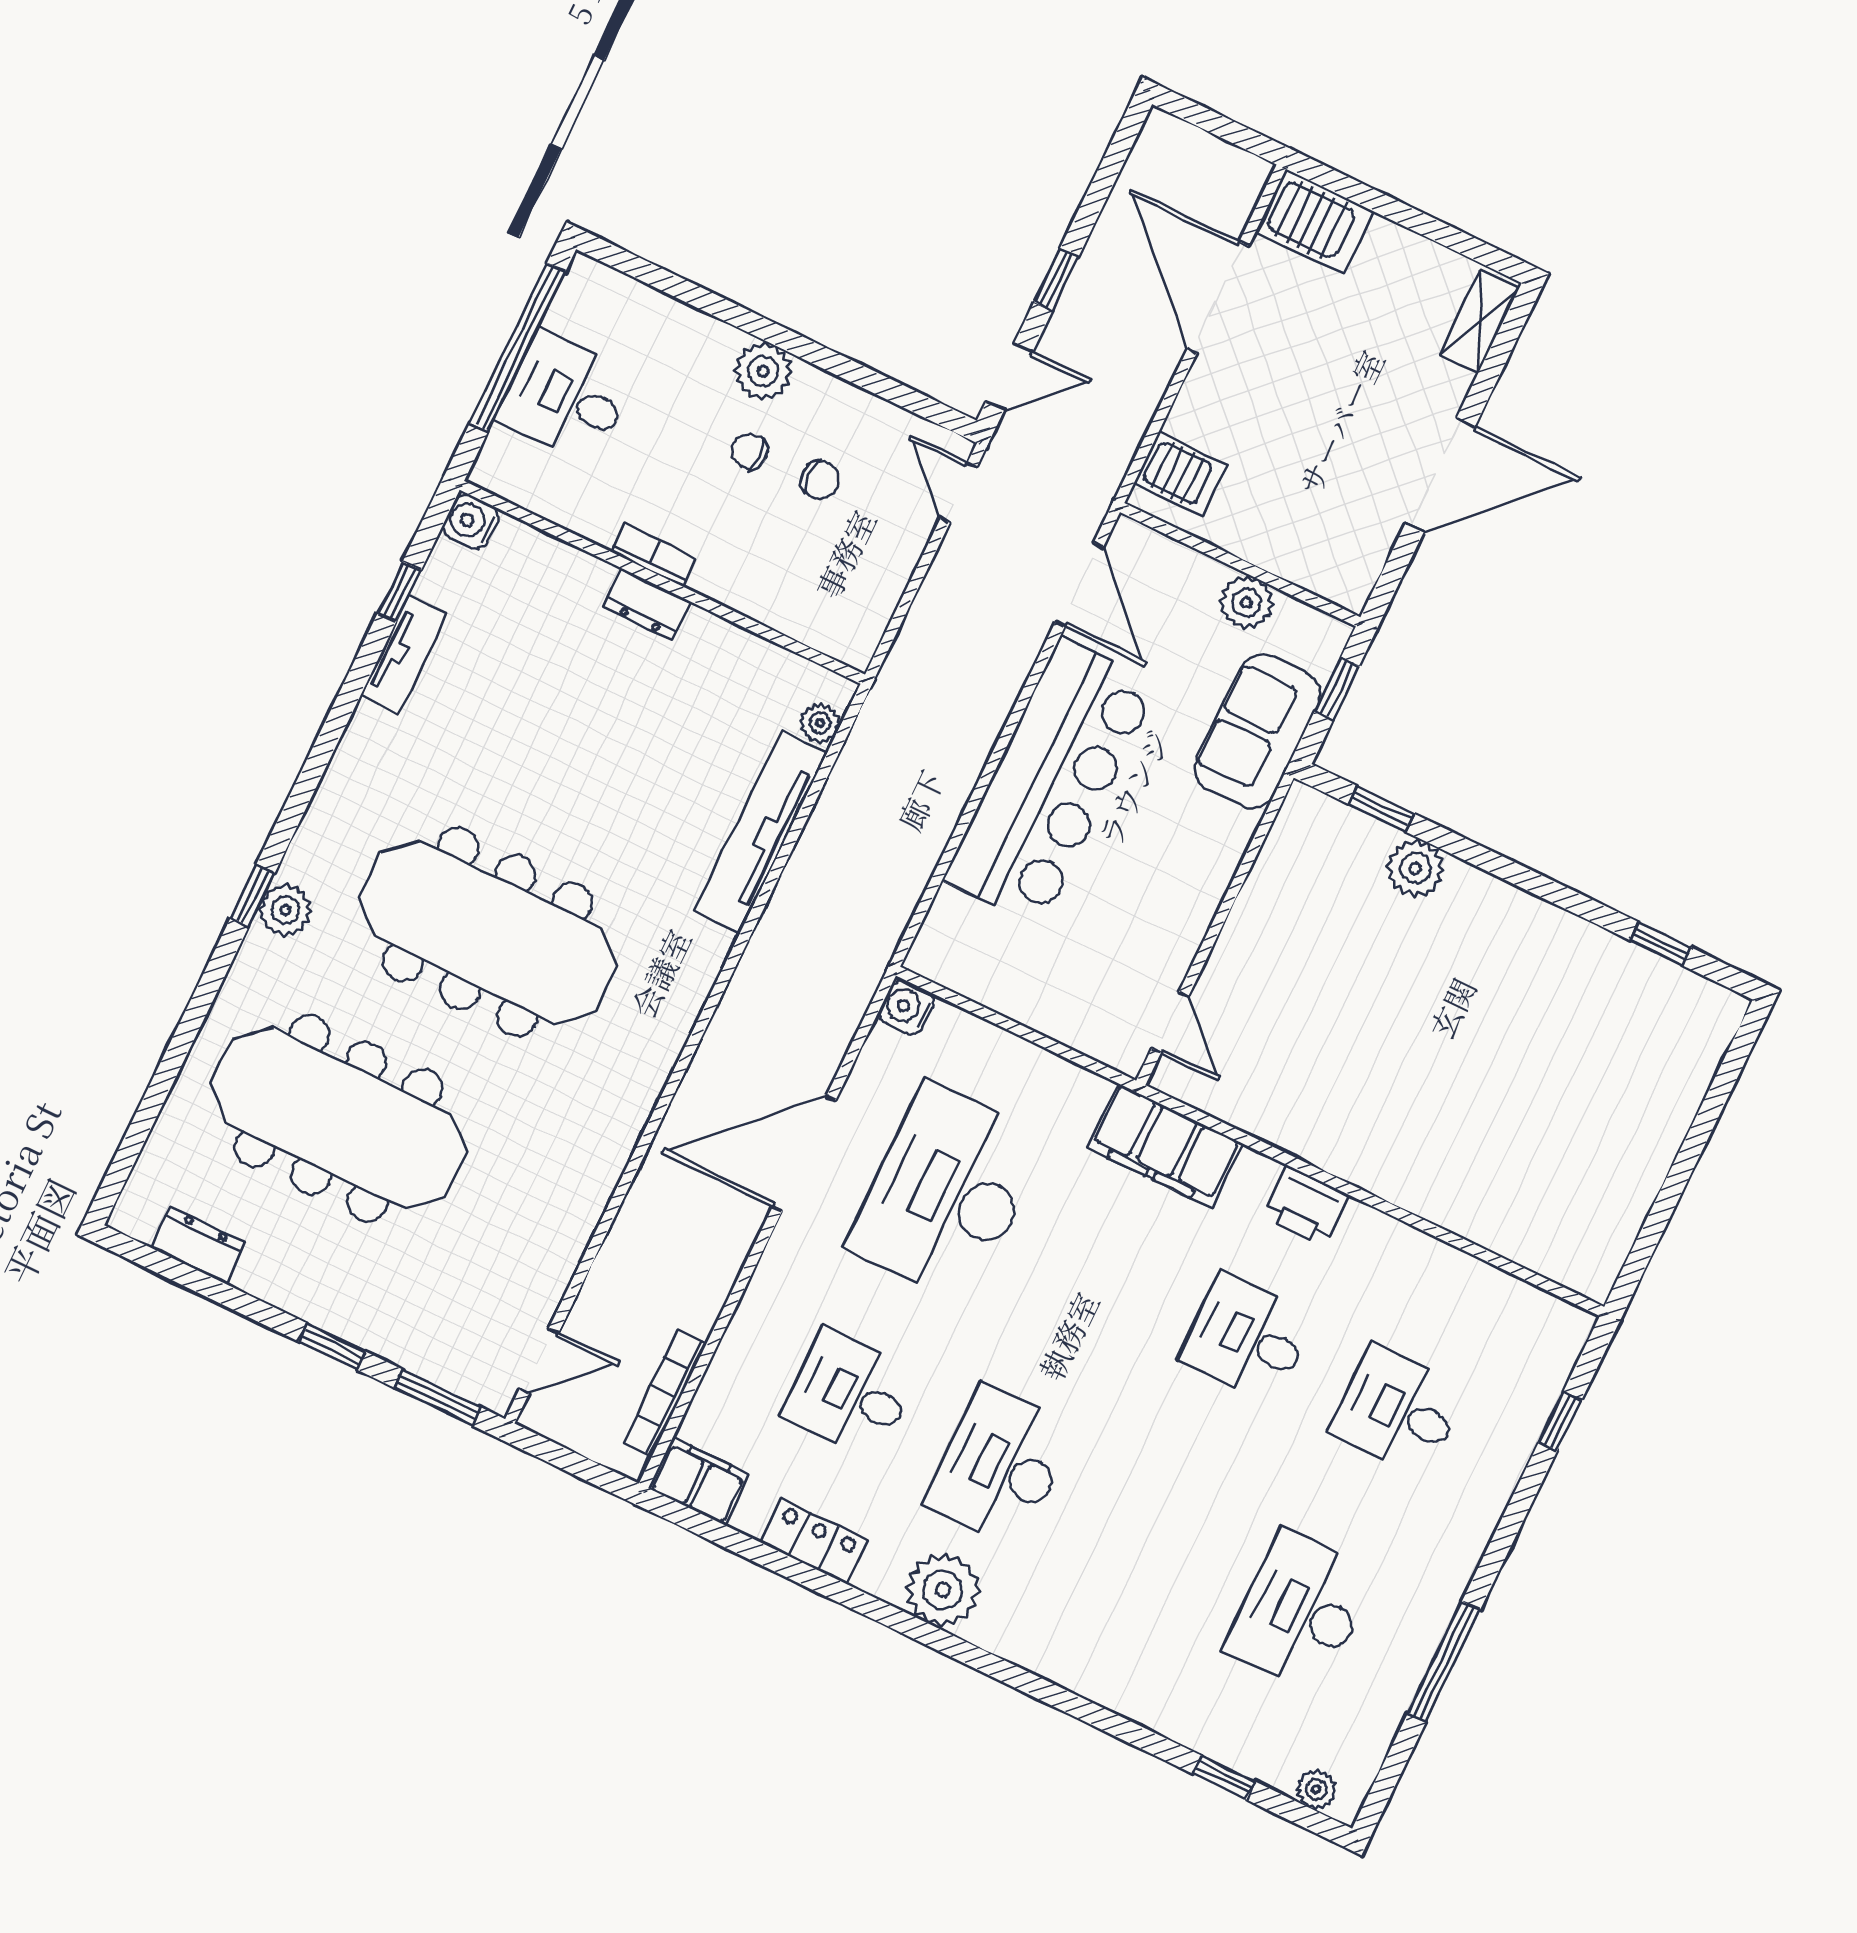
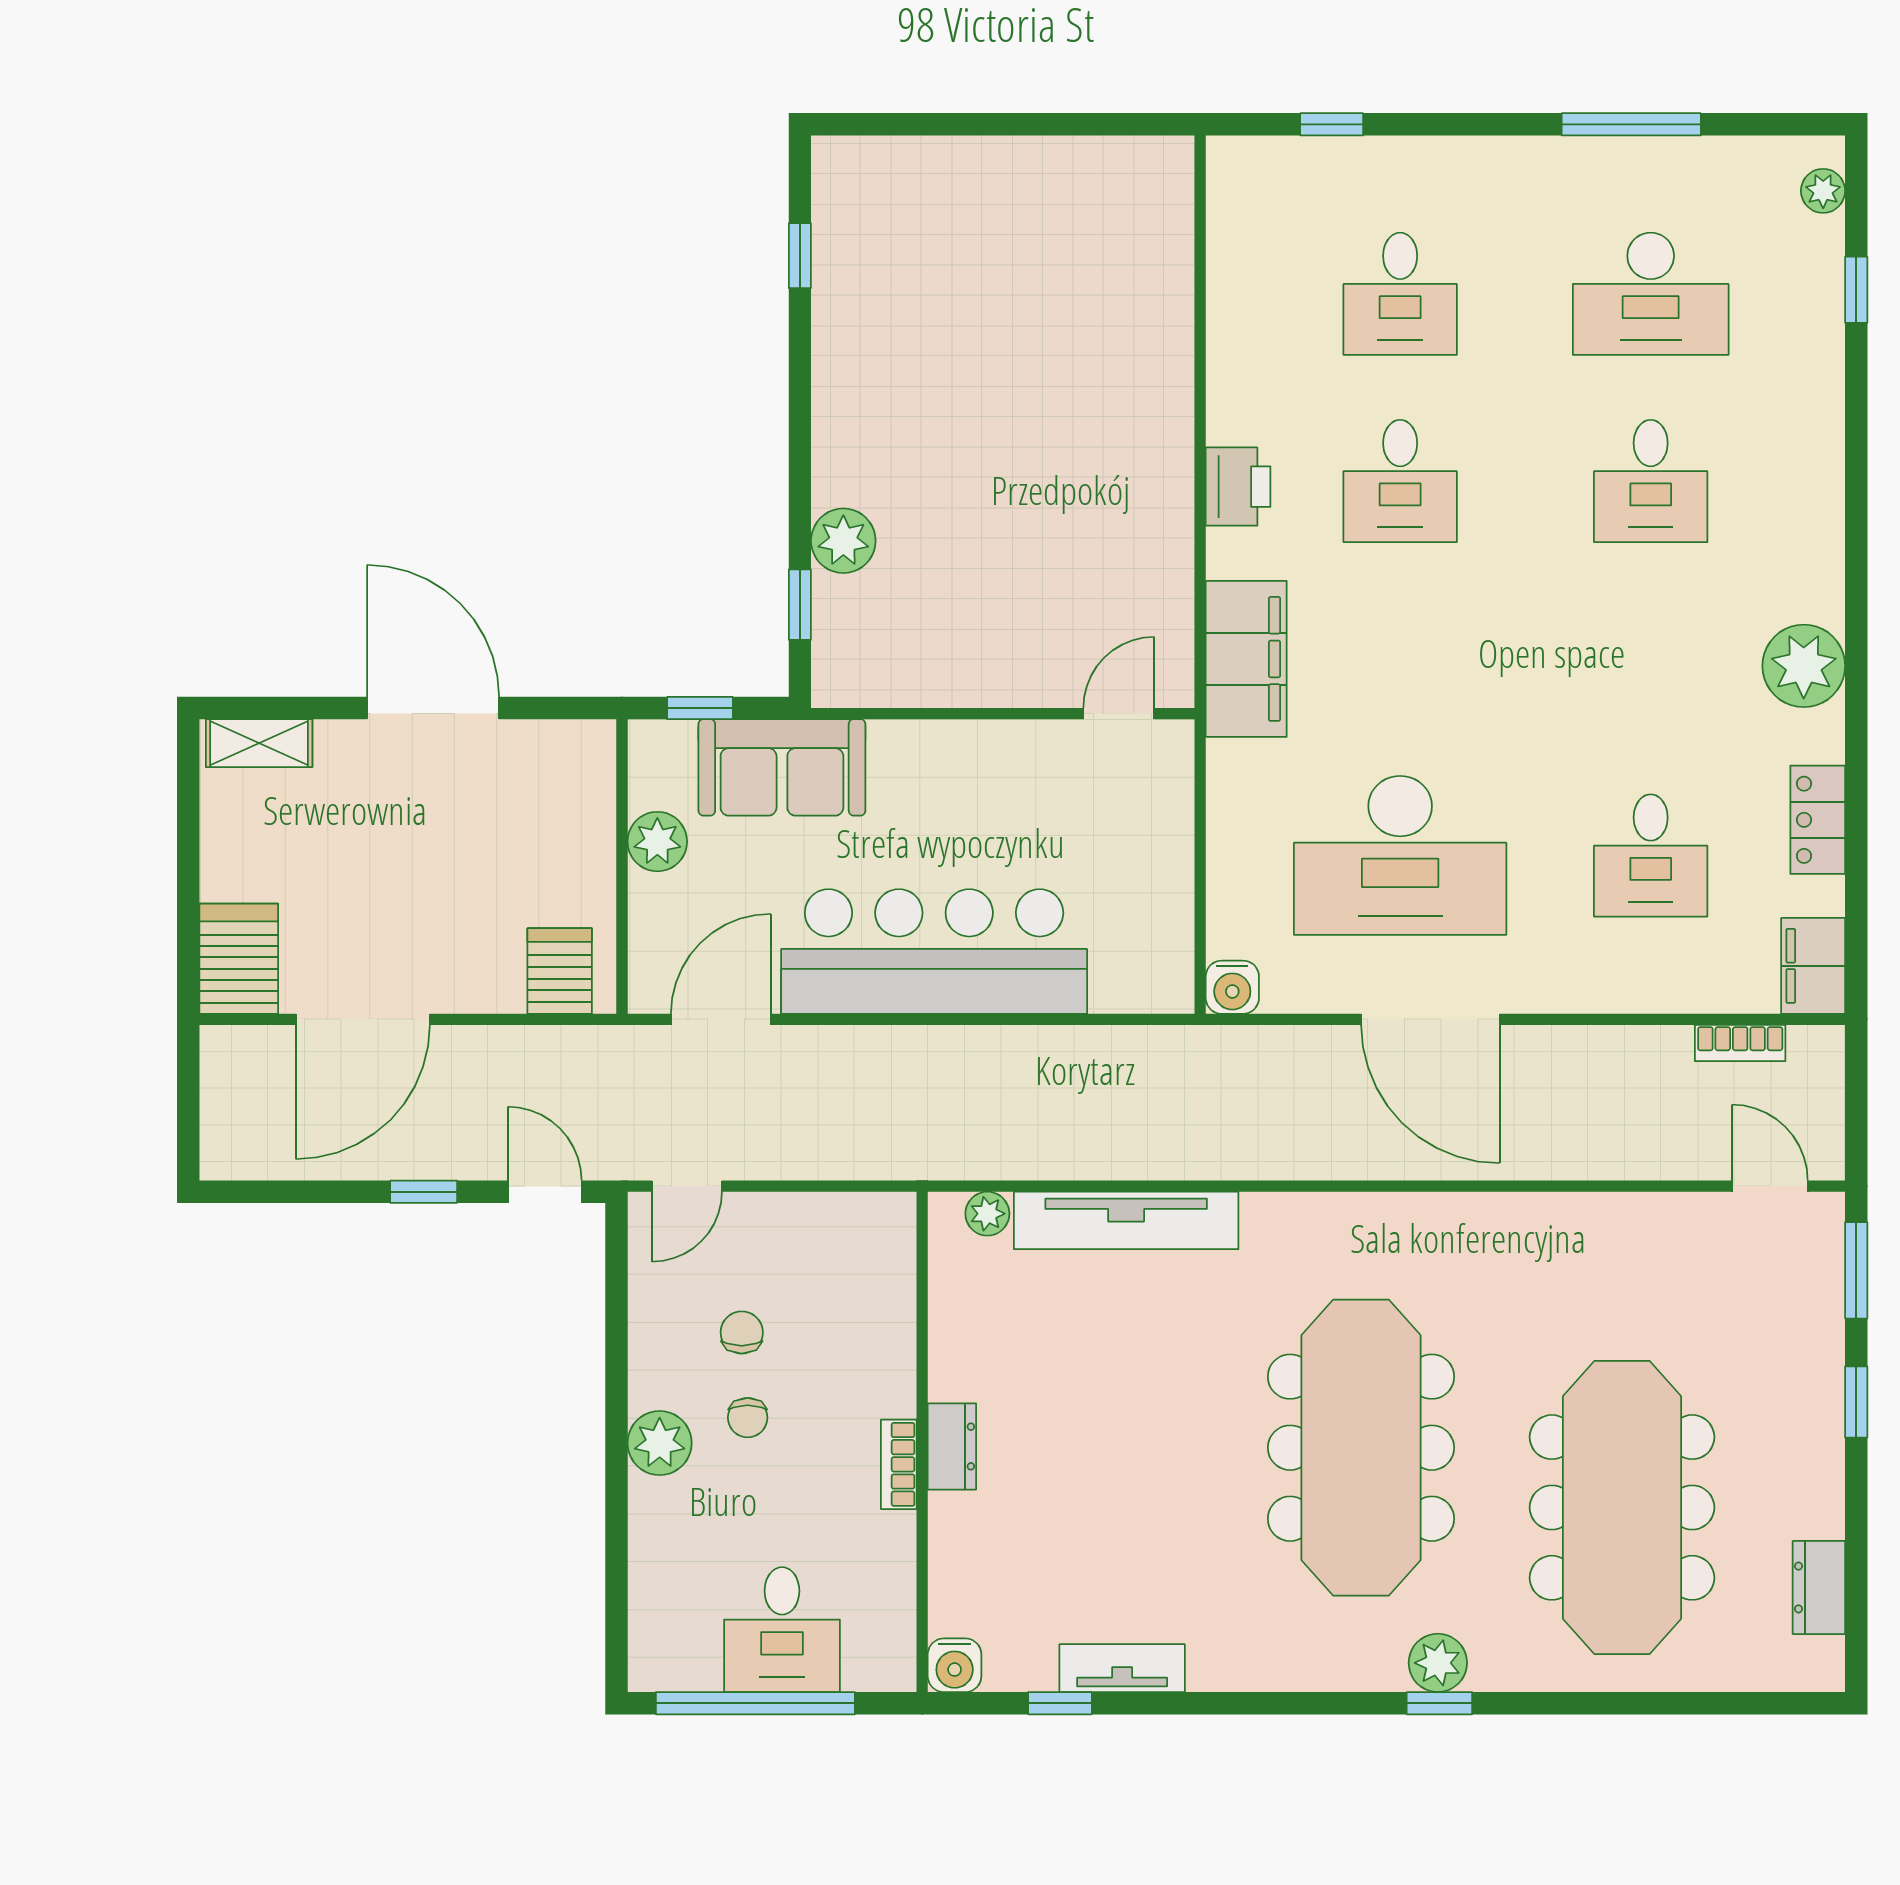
bookcase: (665, 1393) -> (1740, 1043), width x0.64
desk: (1000, 1466) -> (1651, 481), moved, width x0.73

